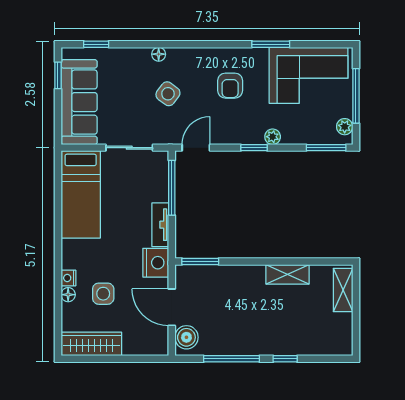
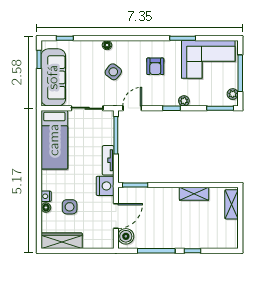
door: (172, 307) -> (116, 216), swing flipped

